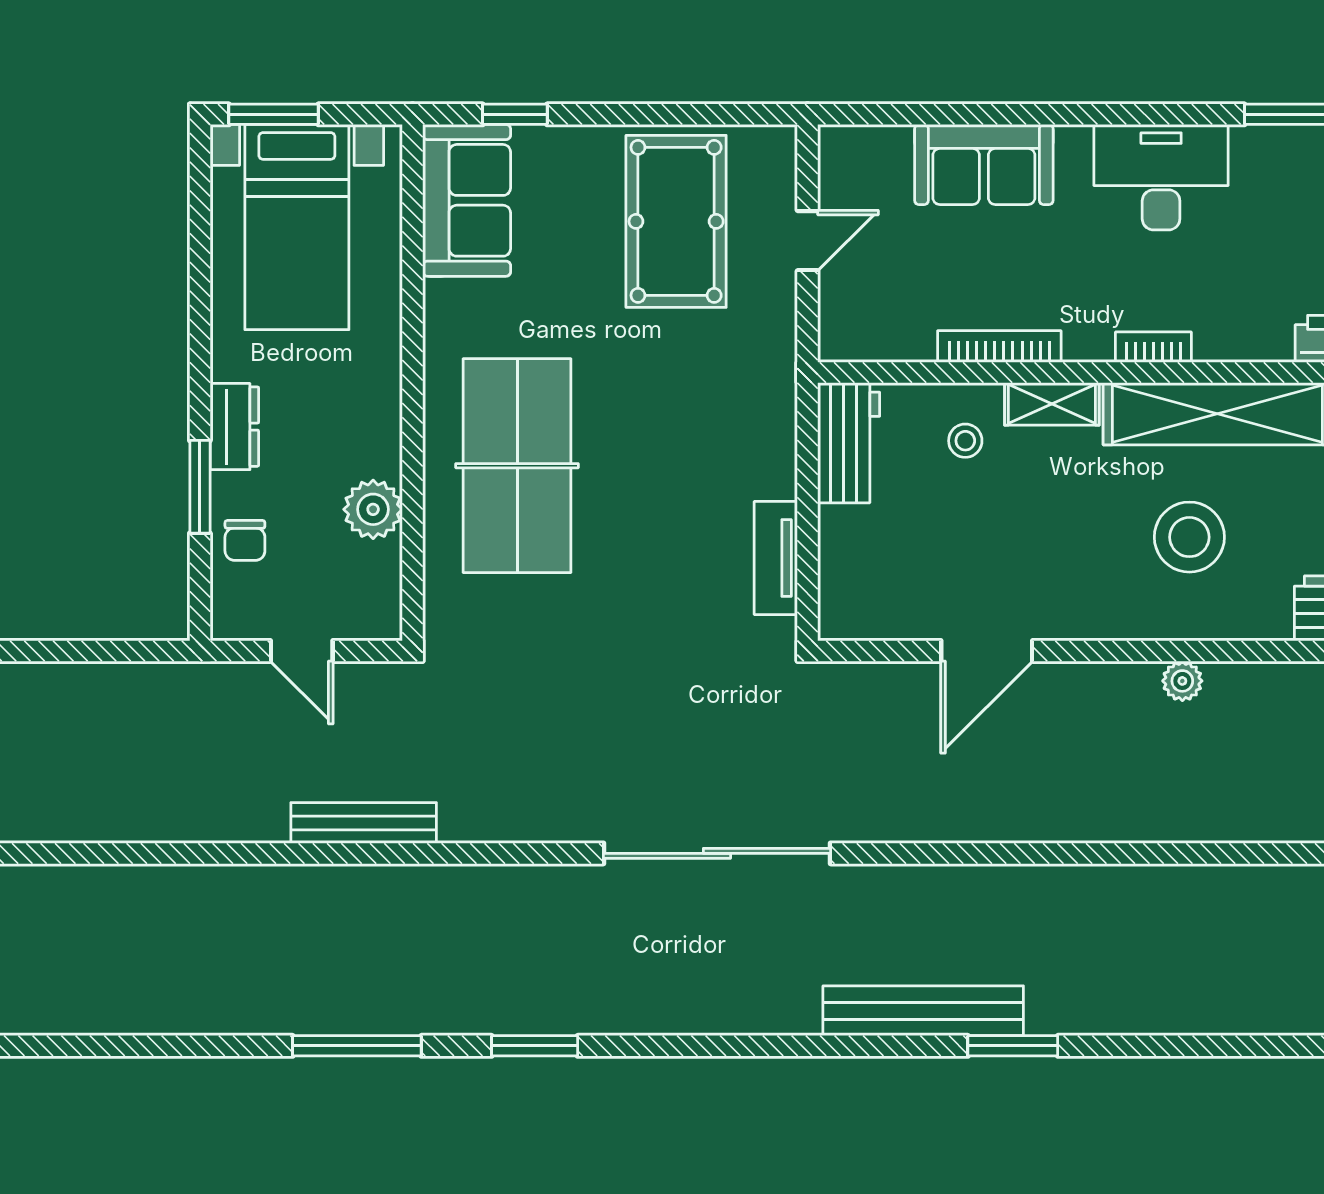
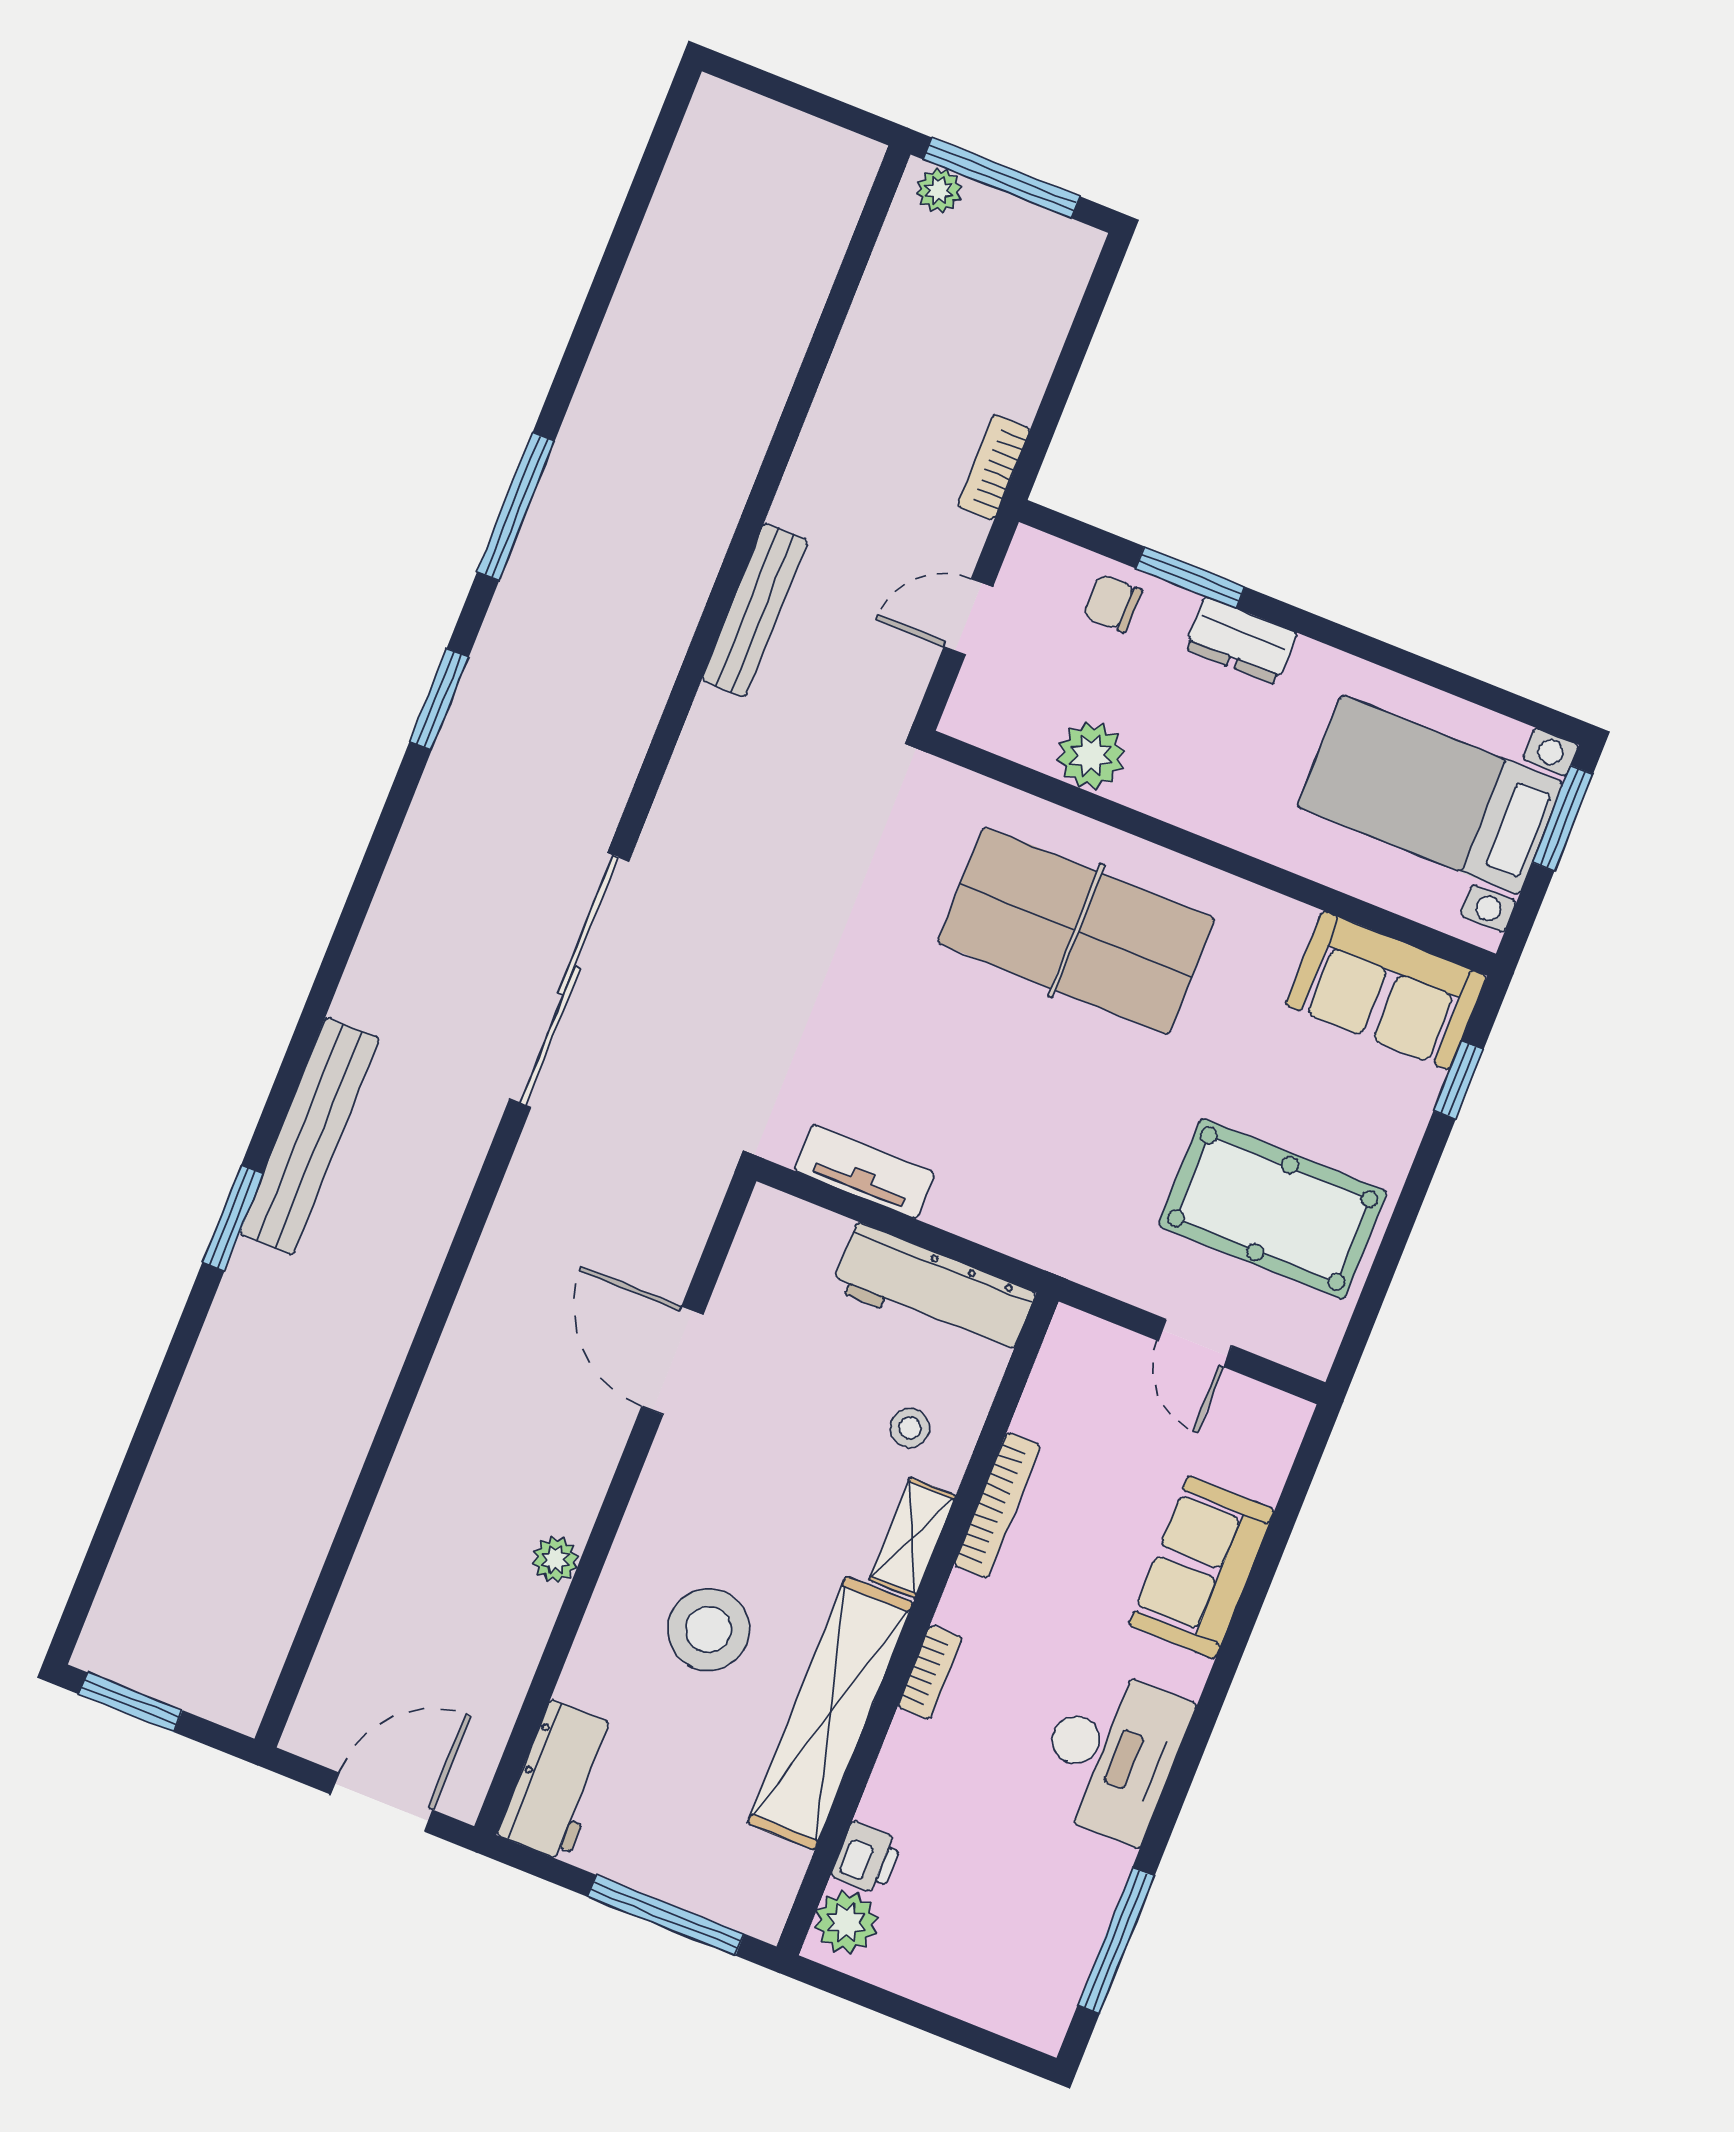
workbench: (849, 443) -> (933, 1291), width x1.38
bookcase: (174, 678) -> (994, 467), added

